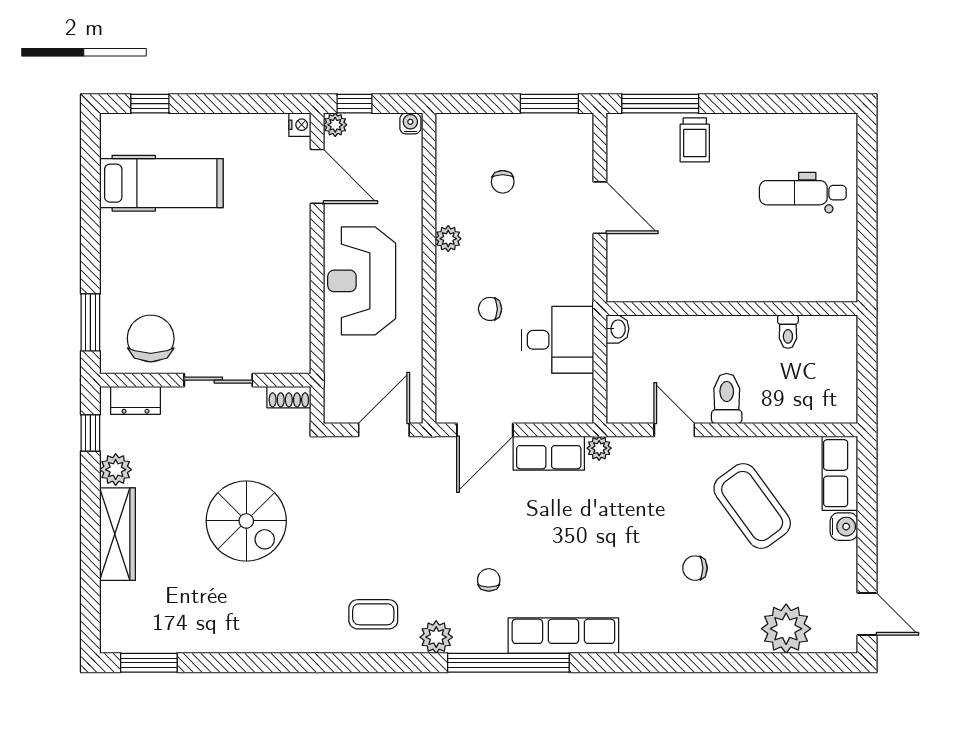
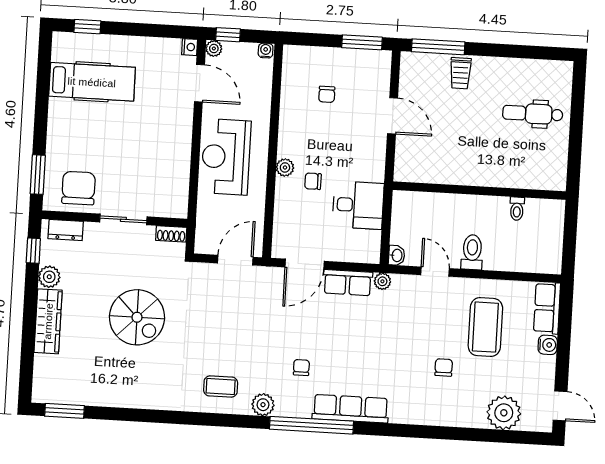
plant: (448, 239) -> (285, 167), moved
washbasin: (617, 329) -> (397, 255), moved
coffee table: (752, 506) -> (485, 327), turned 36
chair: (695, 568) -> (444, 367), turned 90

